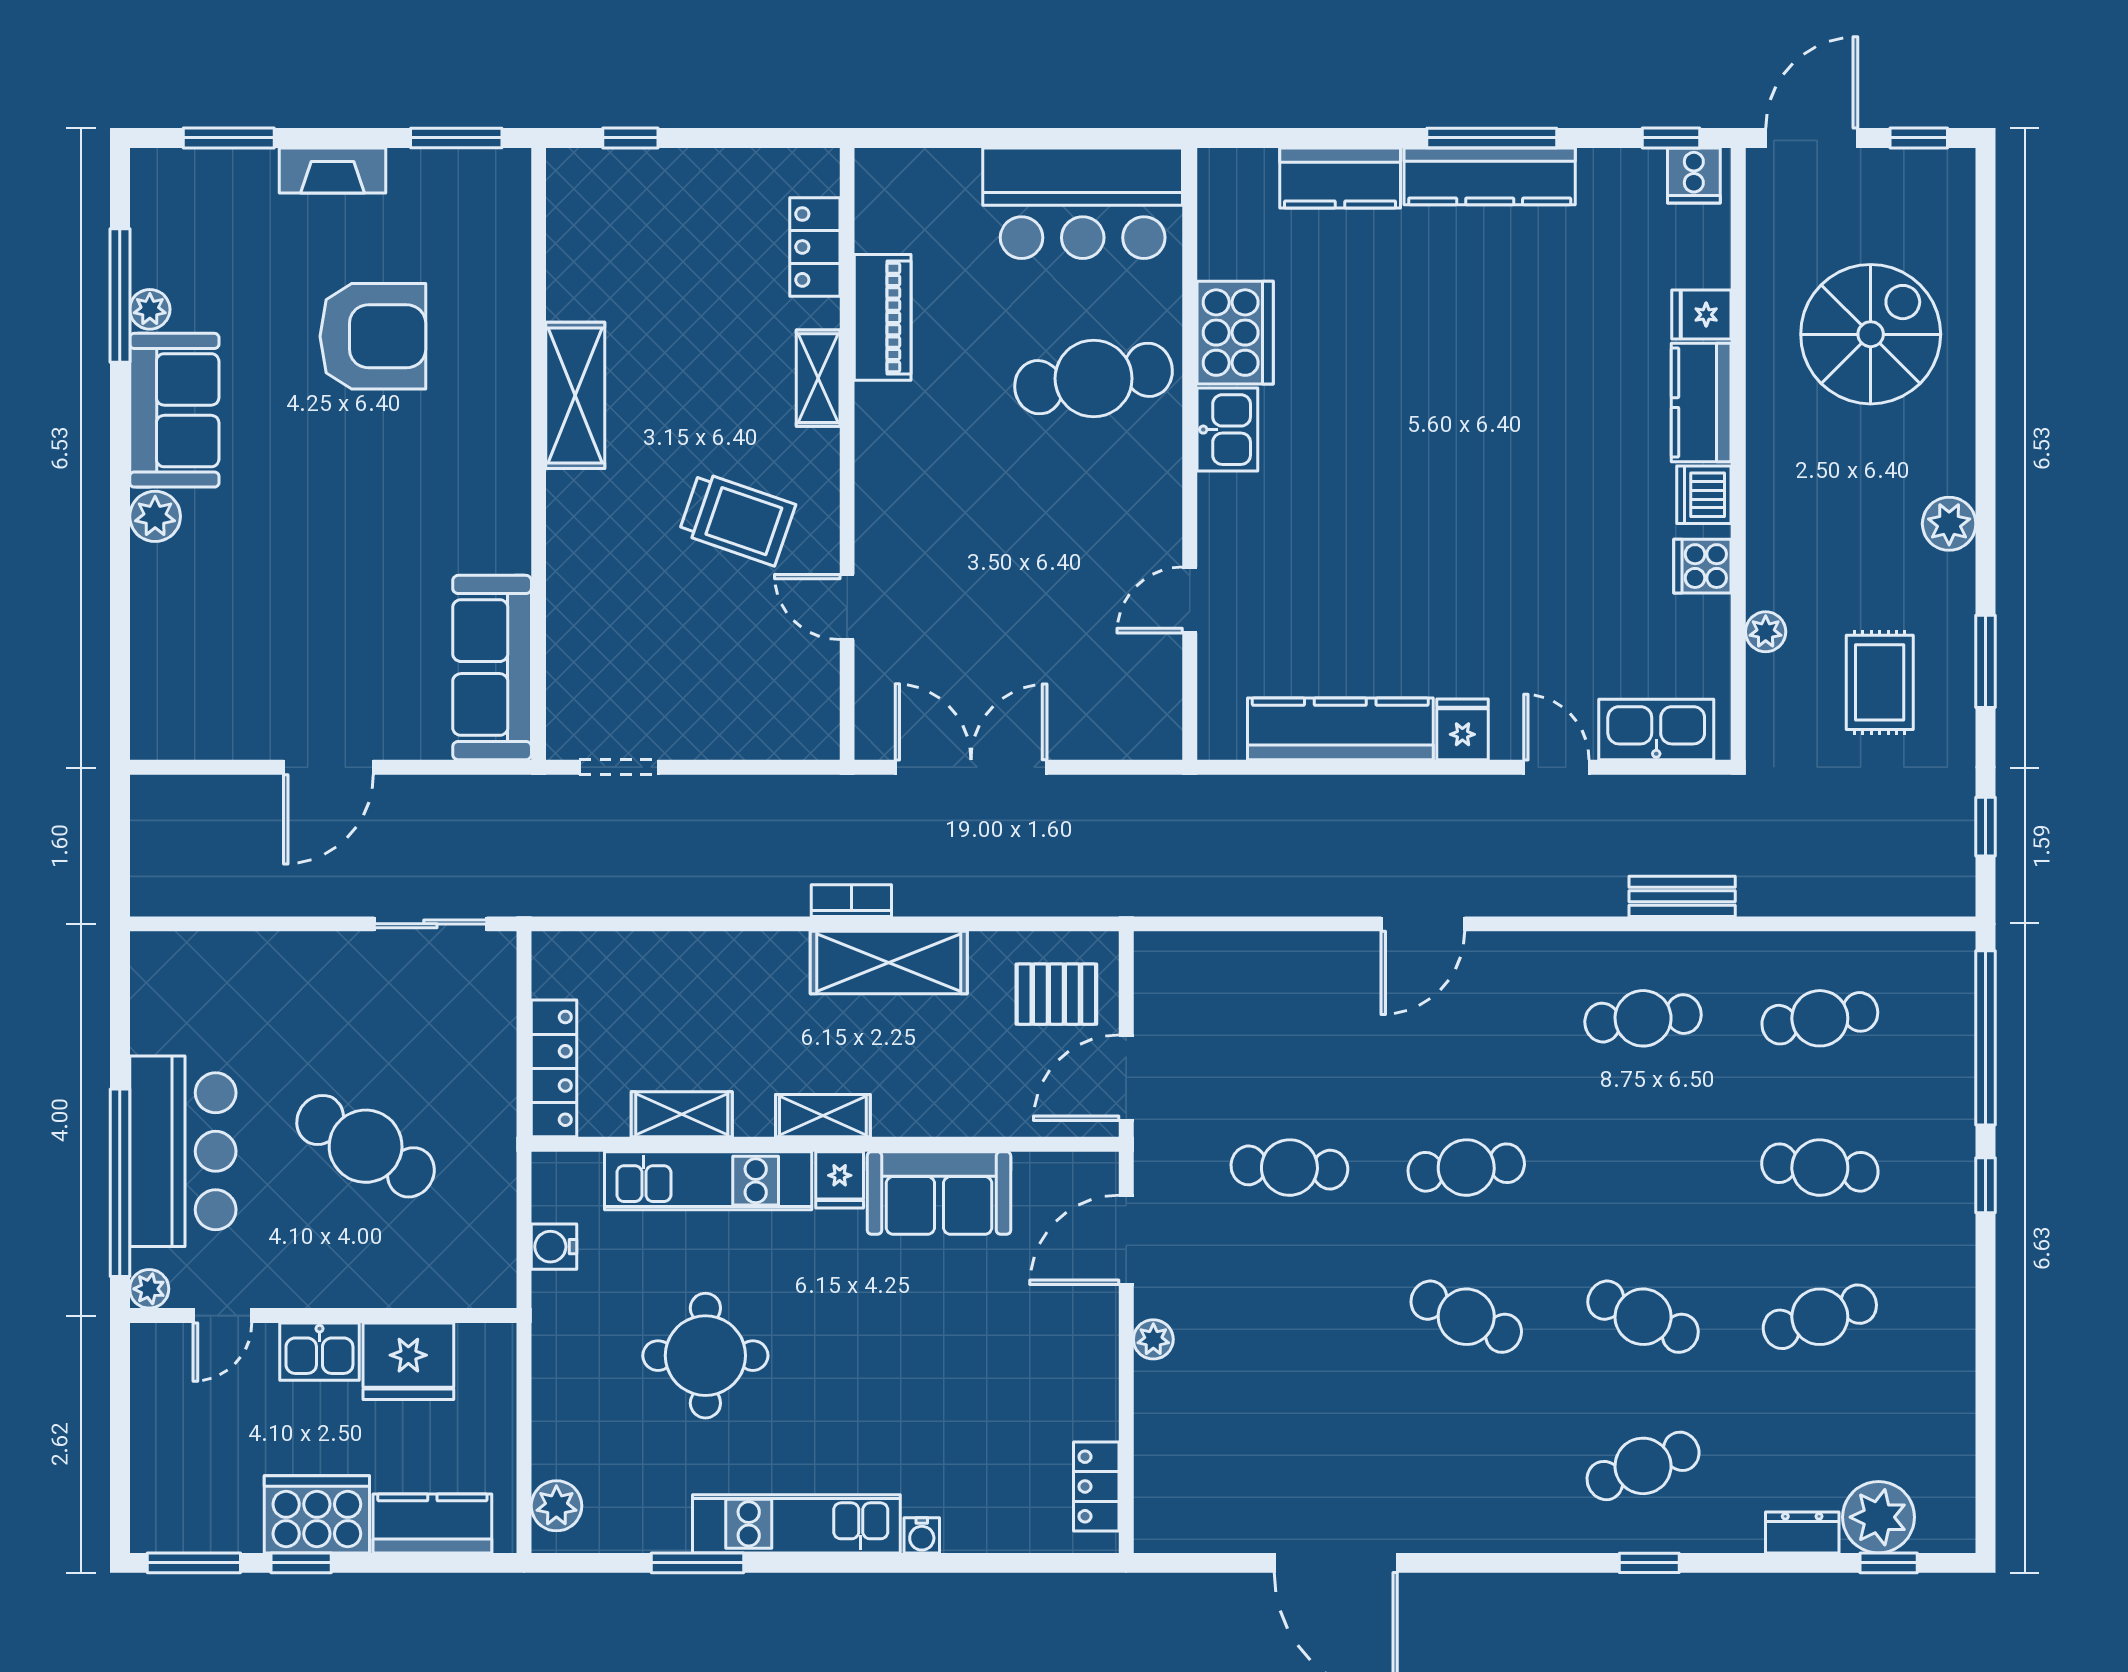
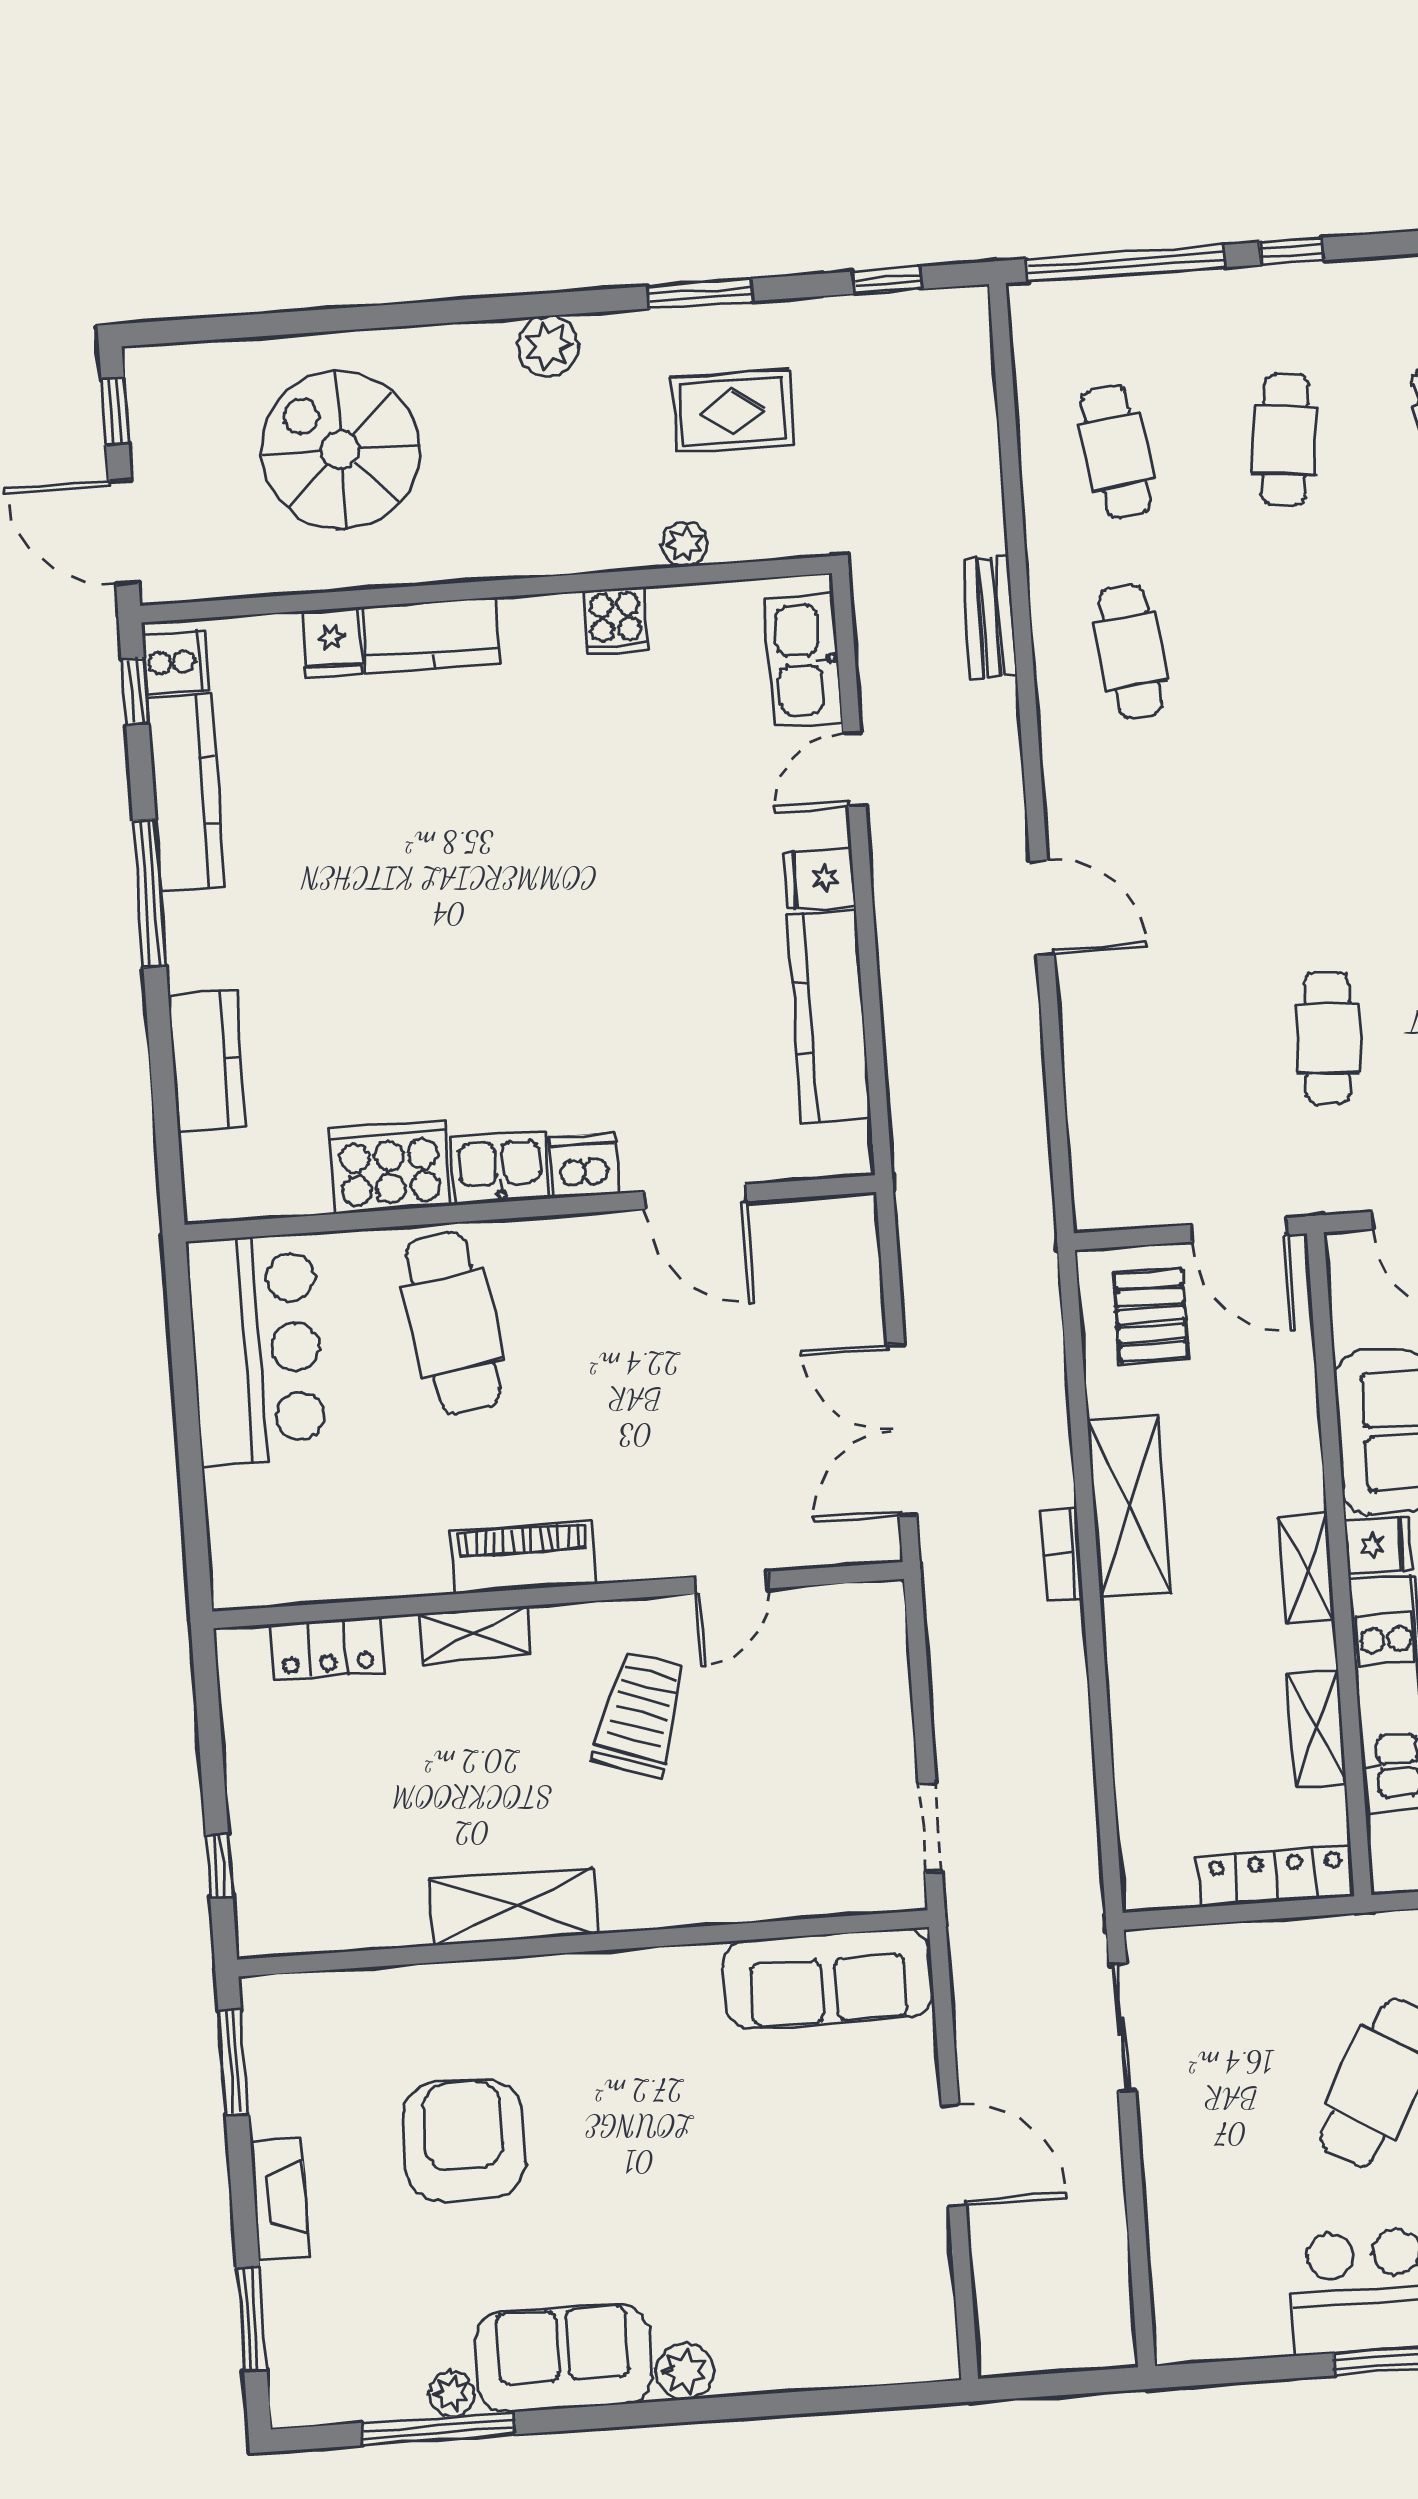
kitchen counter: (1490, 176) -> (186, 793), moved
piano: (883, 317) -> (523, 1557), moved
dishwasher: (1704, 495) -> (584, 1166), moved, turned 180
door: (1190, 600) -> (695, 1197), width x1.38
cafe table: (1466, 1168) -> (1313, 839), removed

